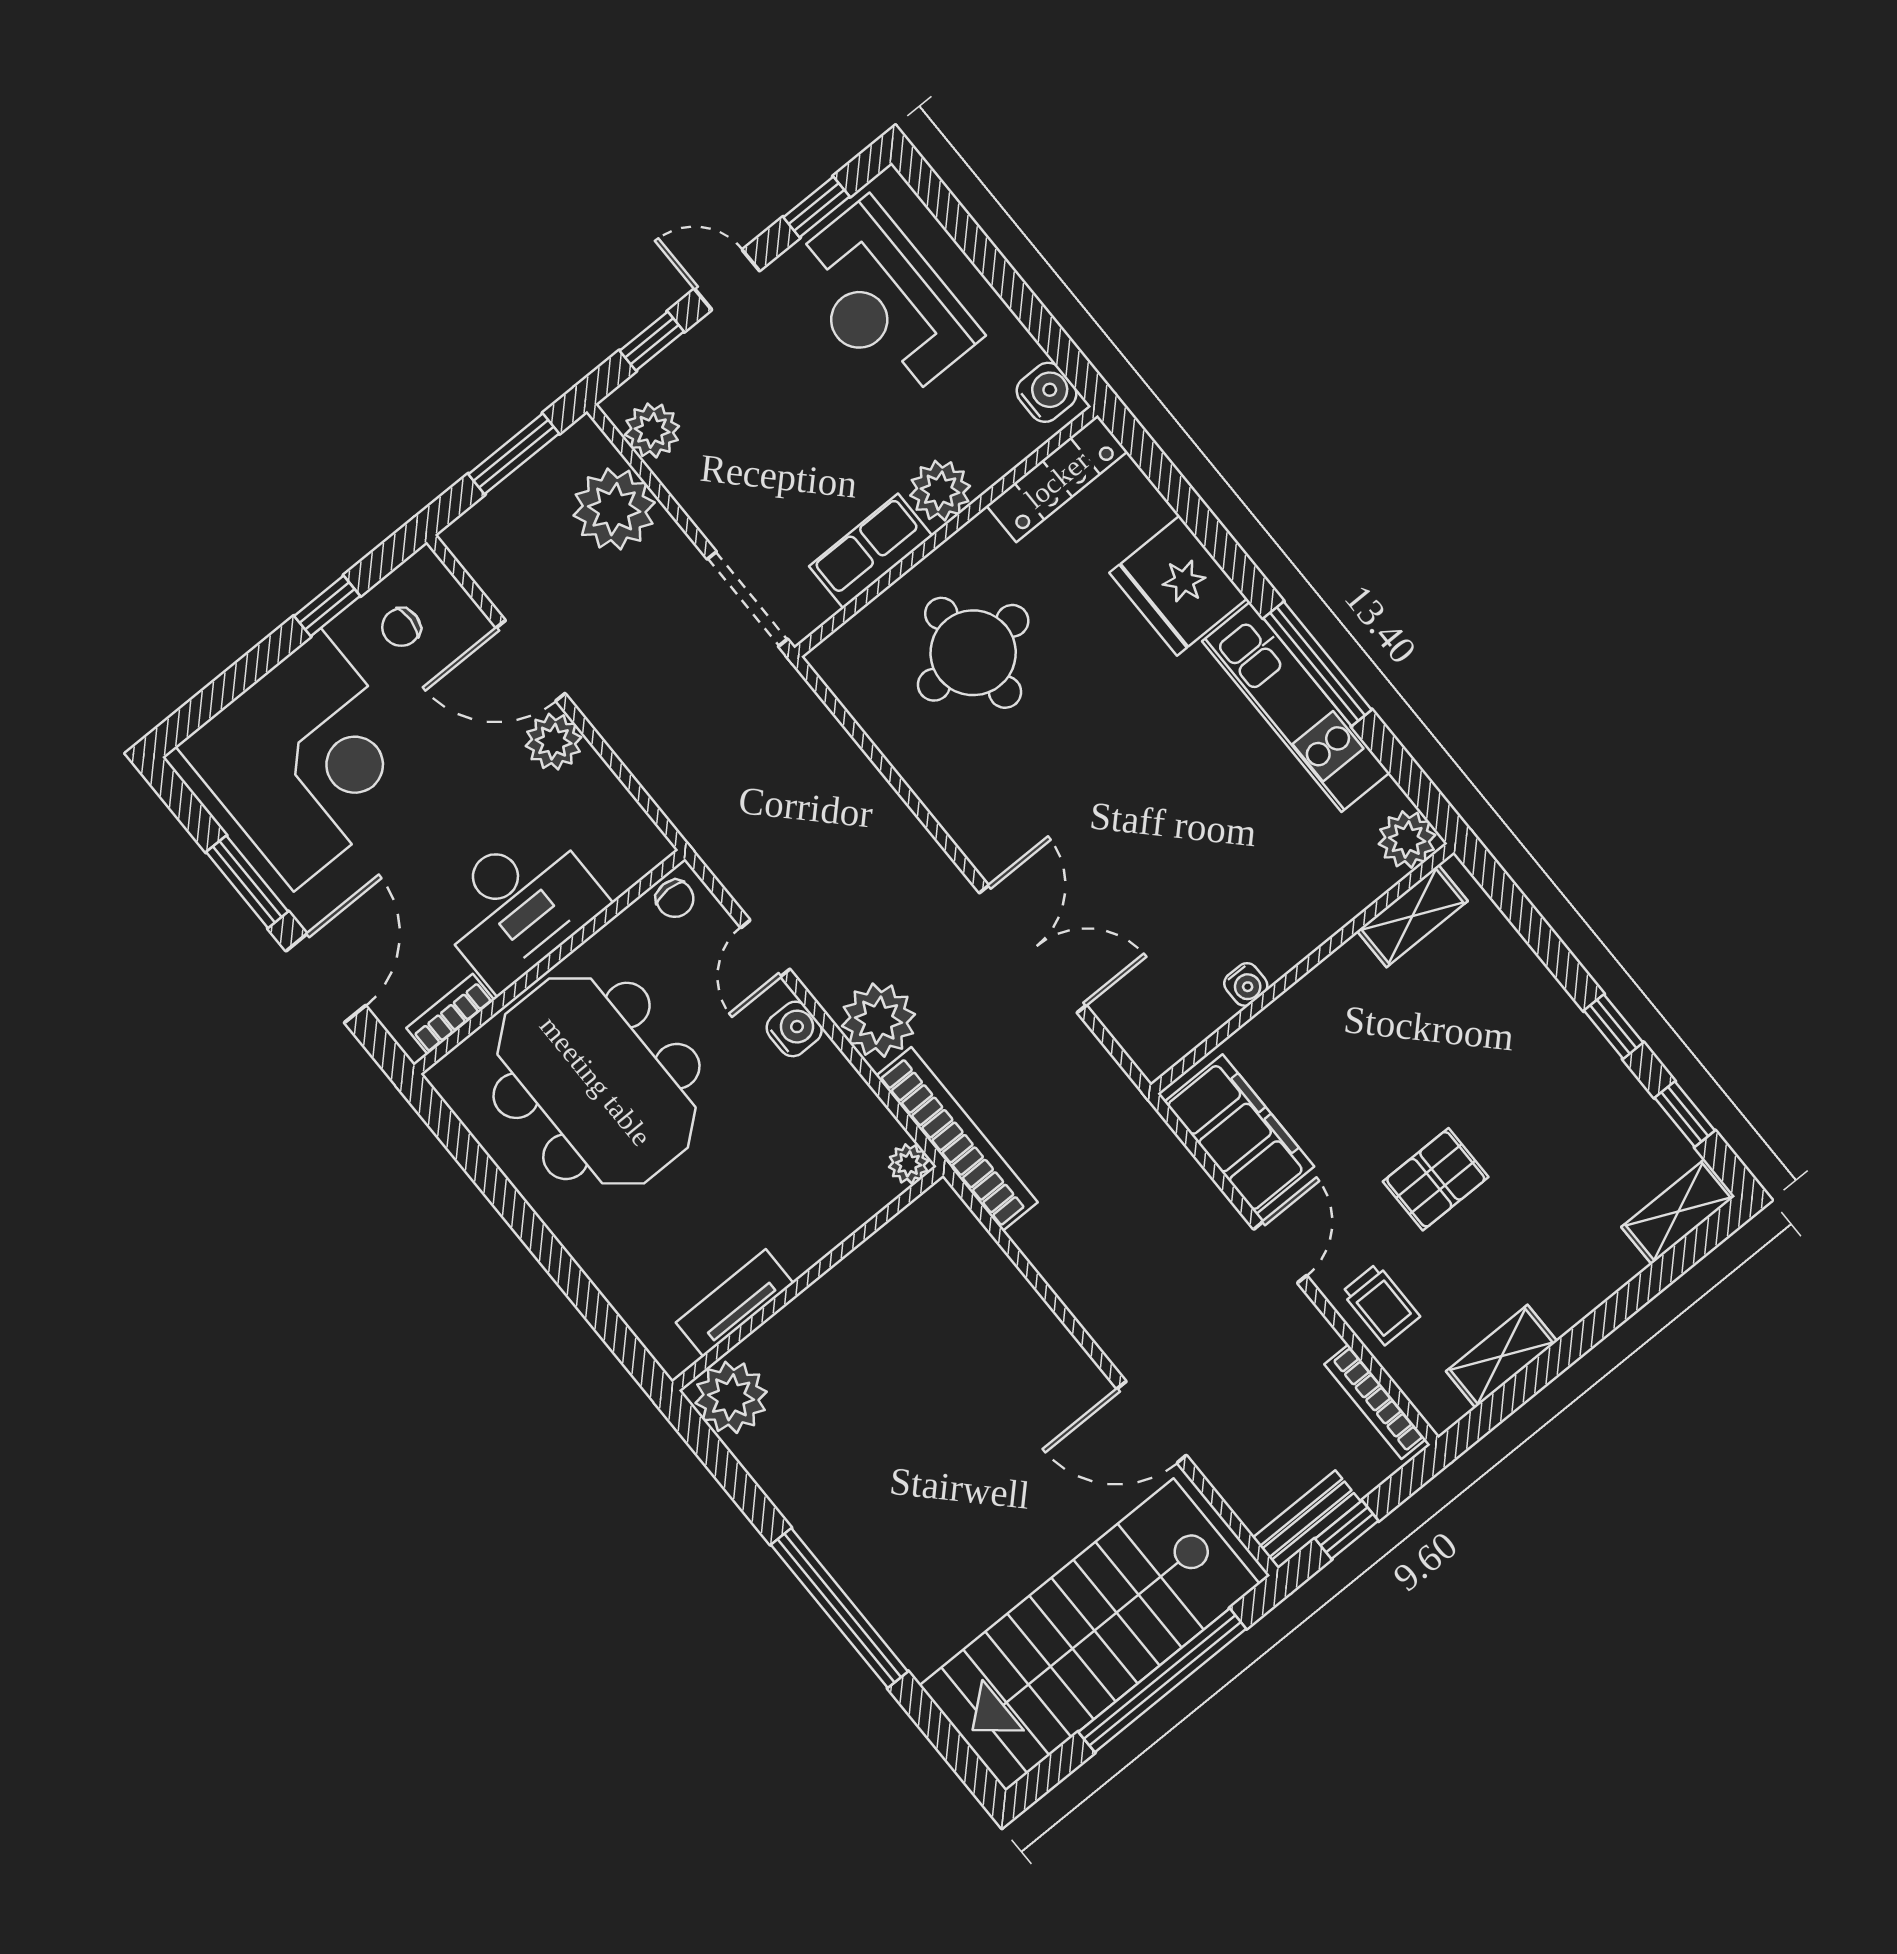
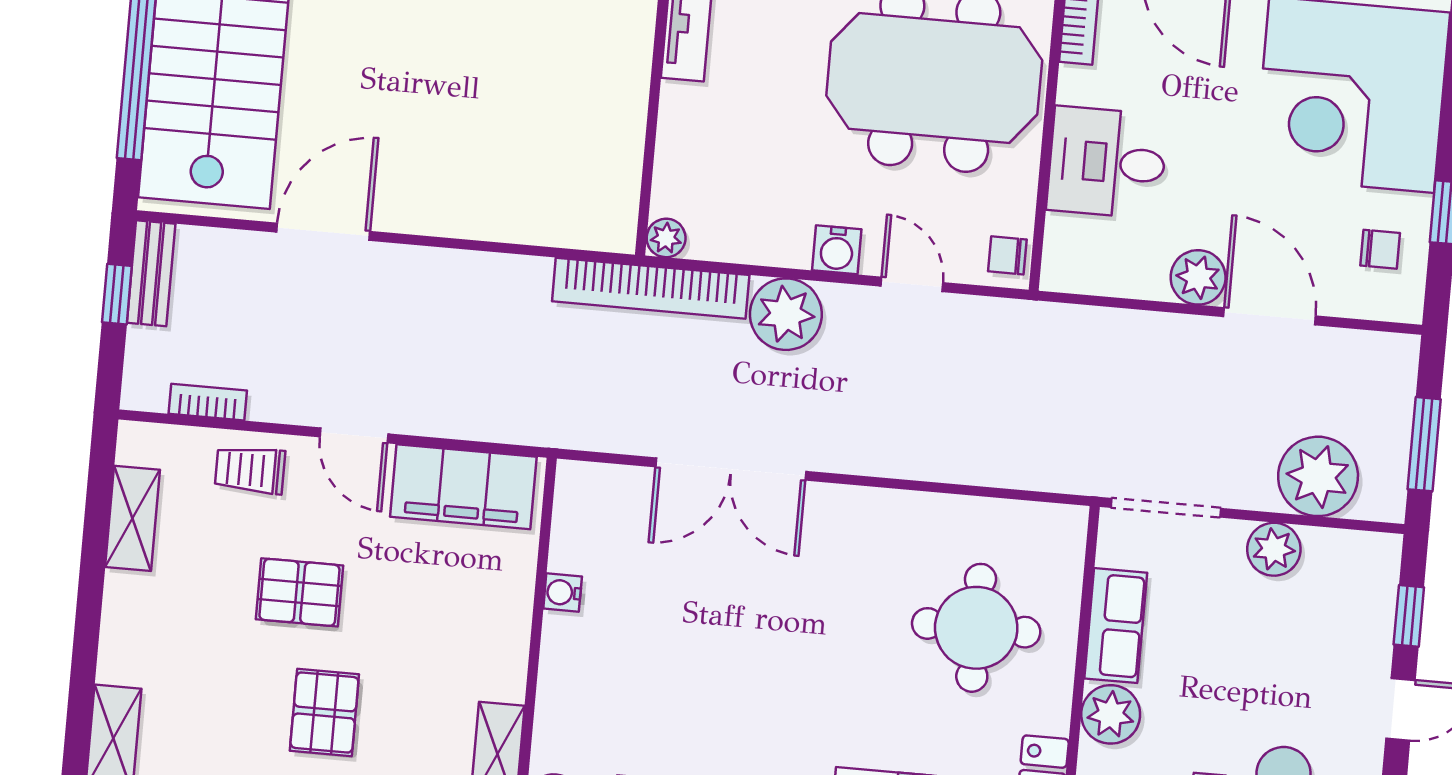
plant: (652, 430) -> (1274, 549), moved
chair: (401, 627) -> (1380, 249), turned 87
door: (531, 661) -> (1270, 316), hinge flipped
desk: (518, 905) -> (1107, 163), width x0.73
pallet: (1507, 1074) -> (324, 712), added
pallet: (1436, 1179) -> (299, 592), turned 90
bookcase: (1375, 1402) -> (208, 402), width x0.64

